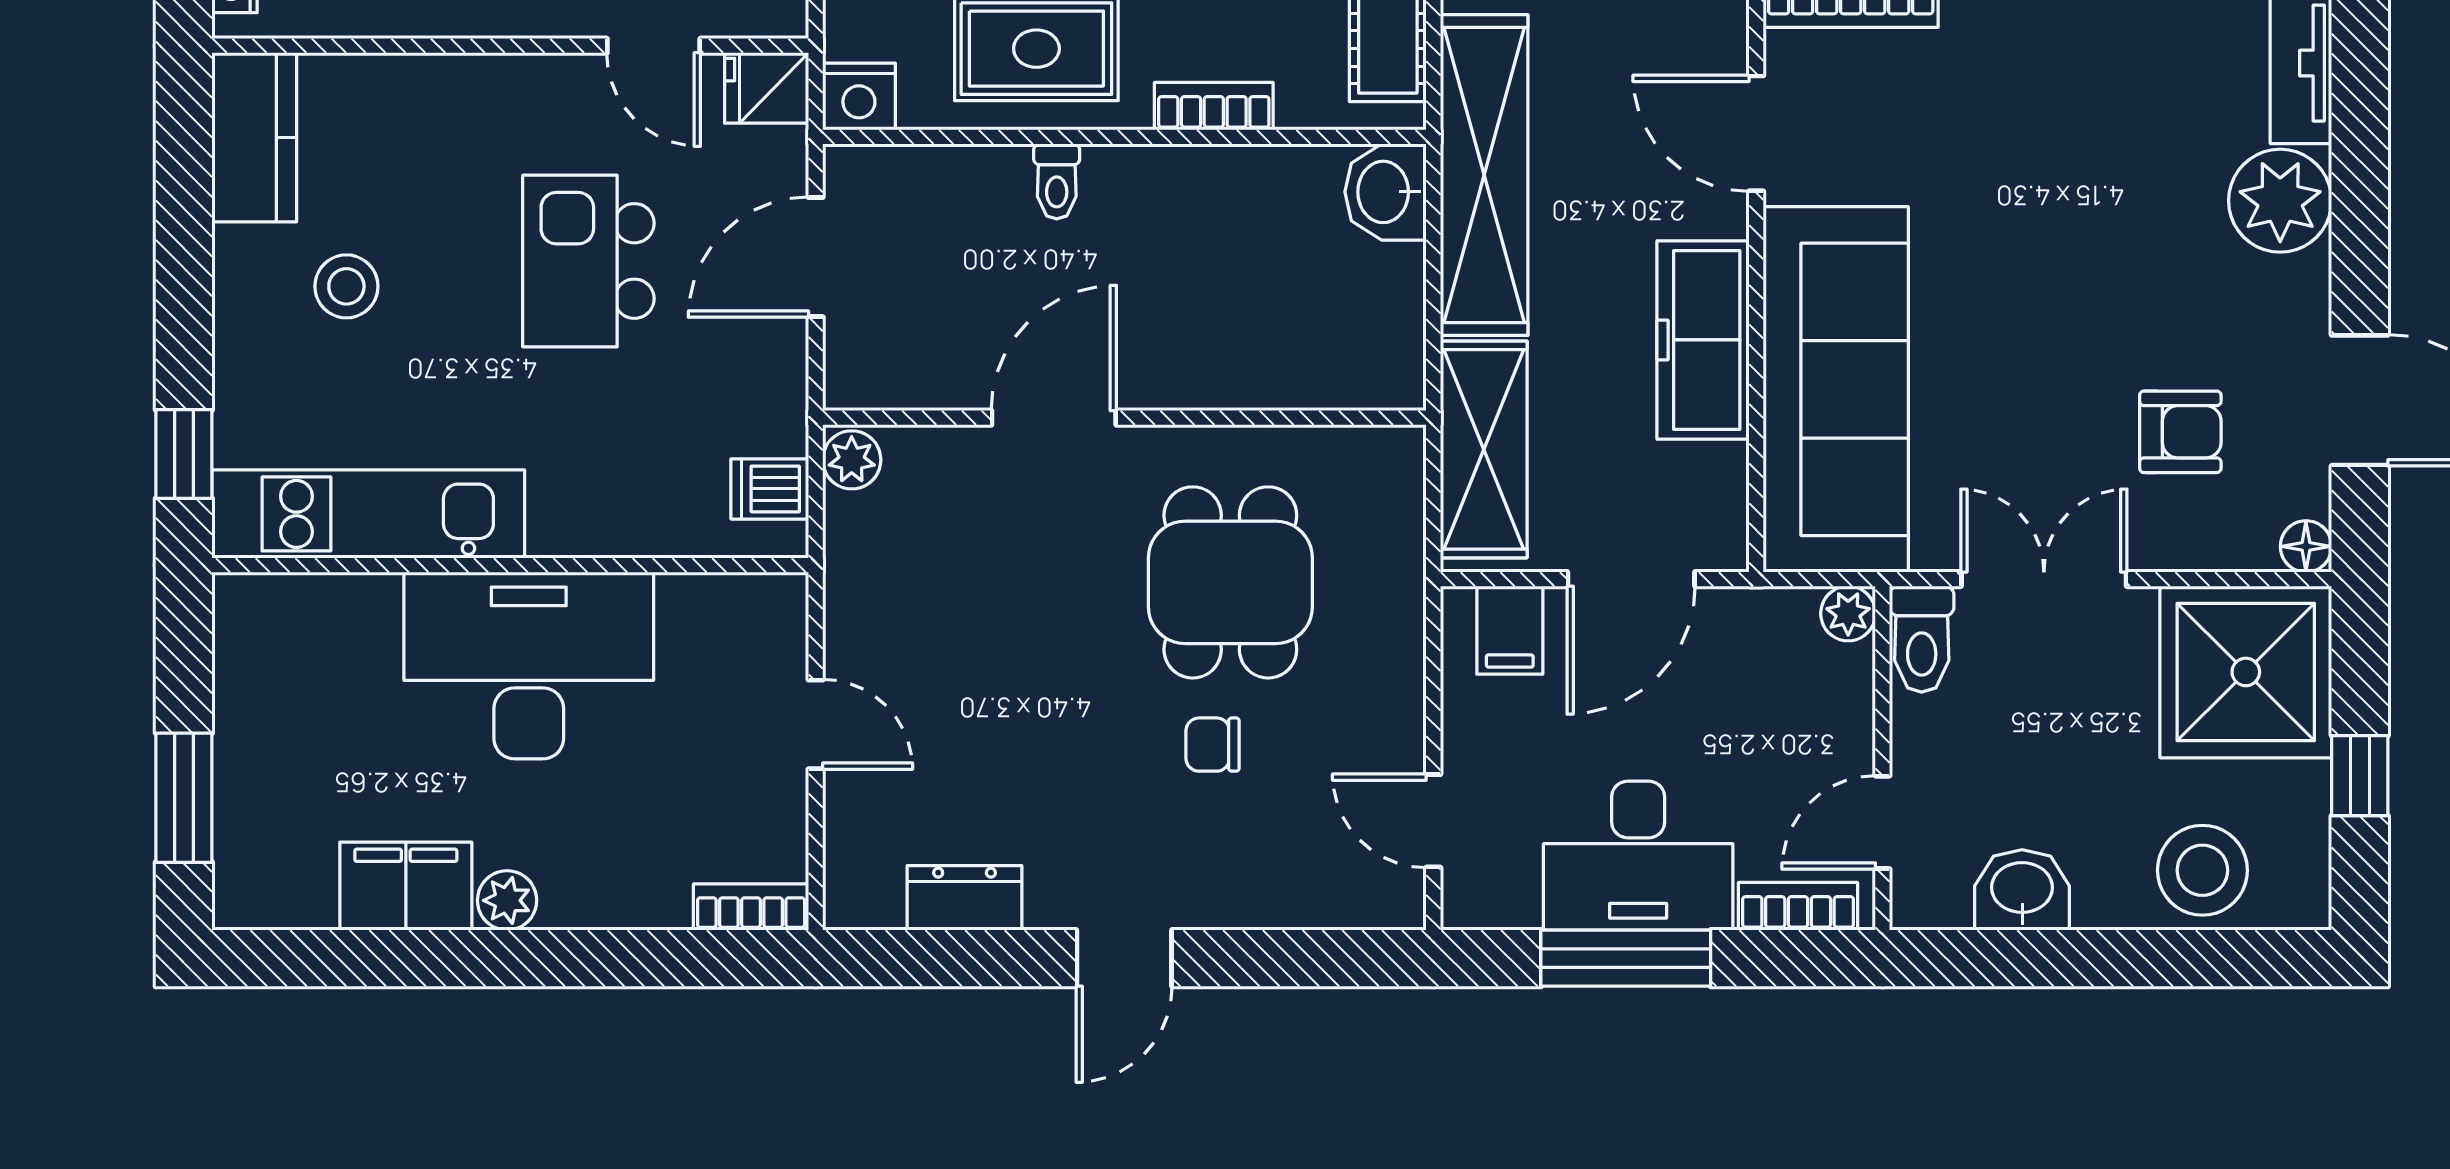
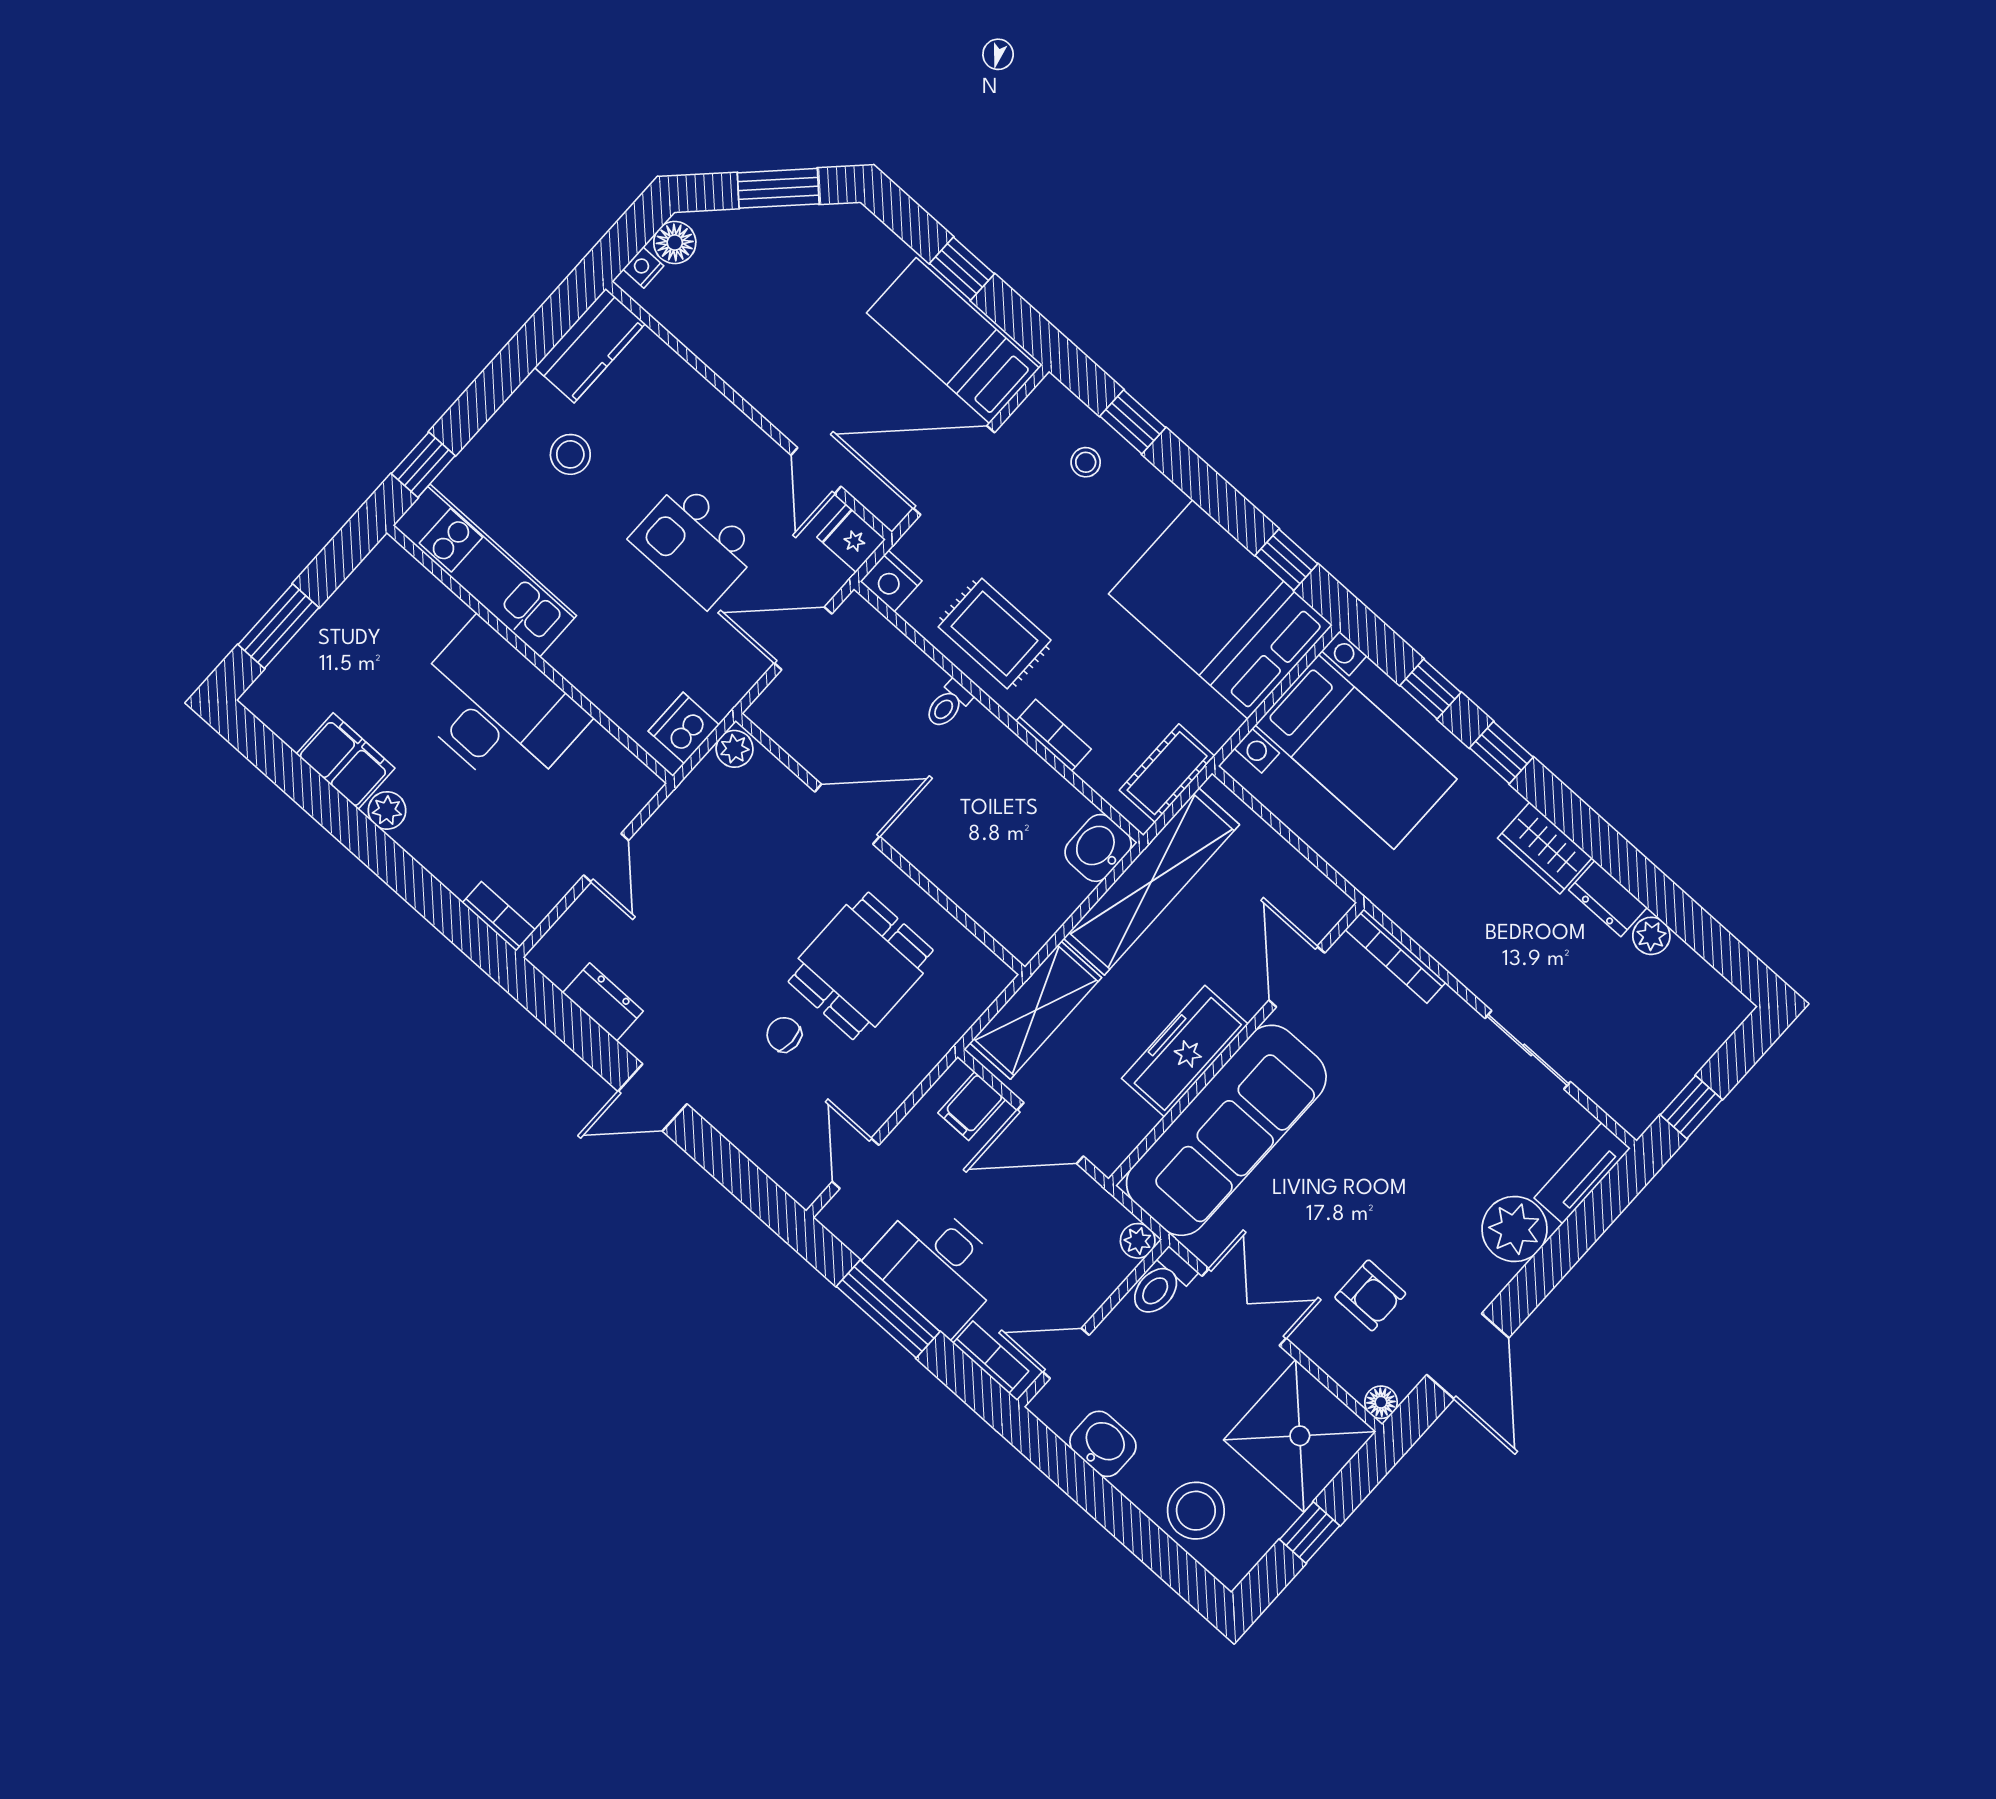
kitchen island: (588, 261) -> (695, 544), turned -90
dishwasher: (770, 489) -> (684, 728), width x1.38

